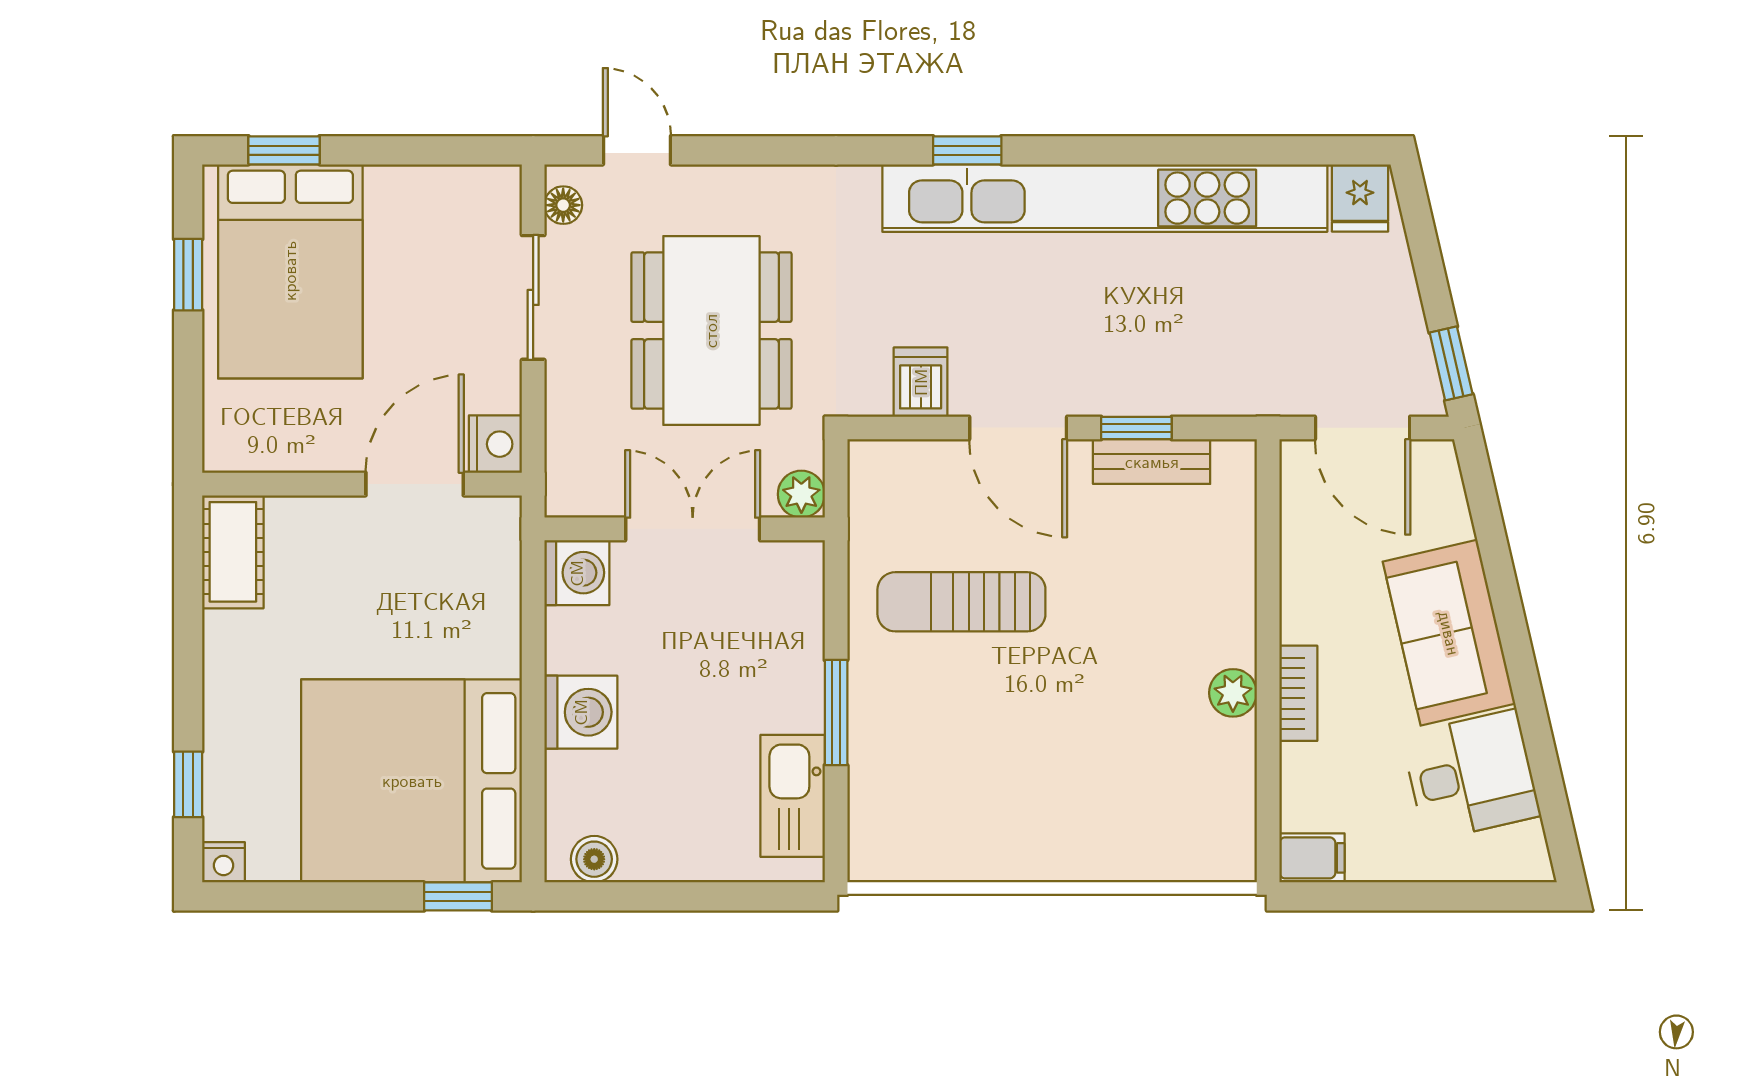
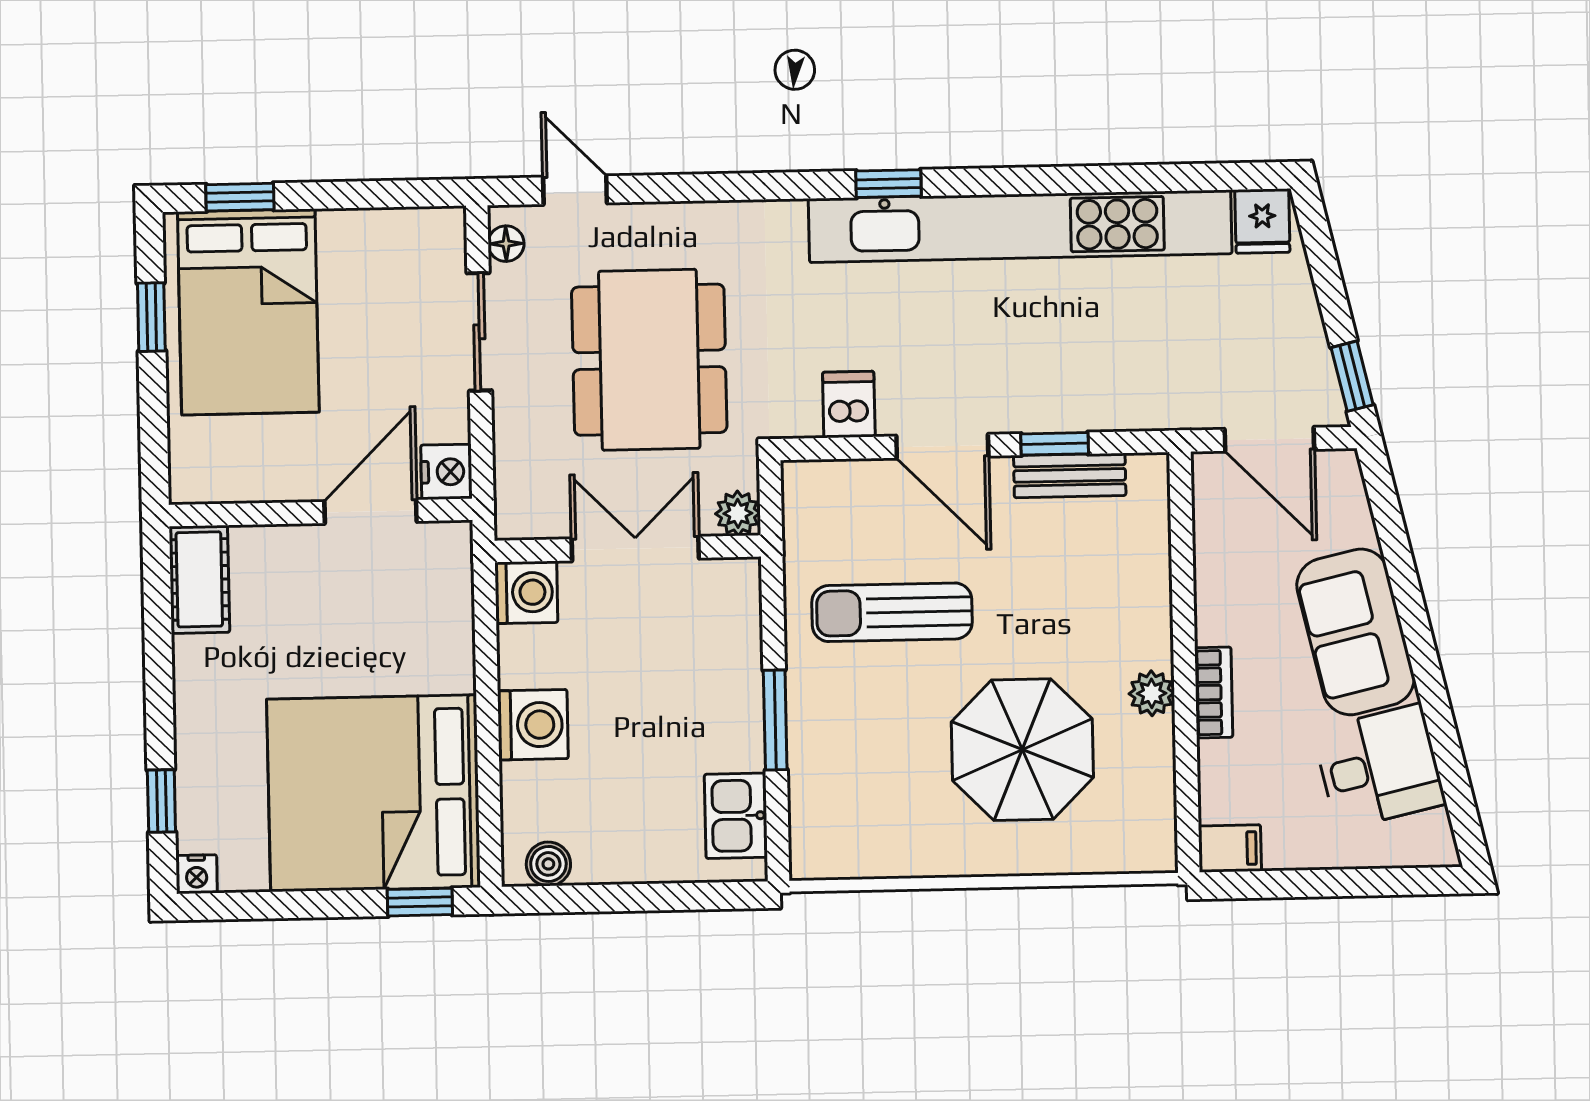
parasol: (1096, 749) -> (1022, 750), added
kitchen sink: (793, 796) -> (736, 816), width x0.73

